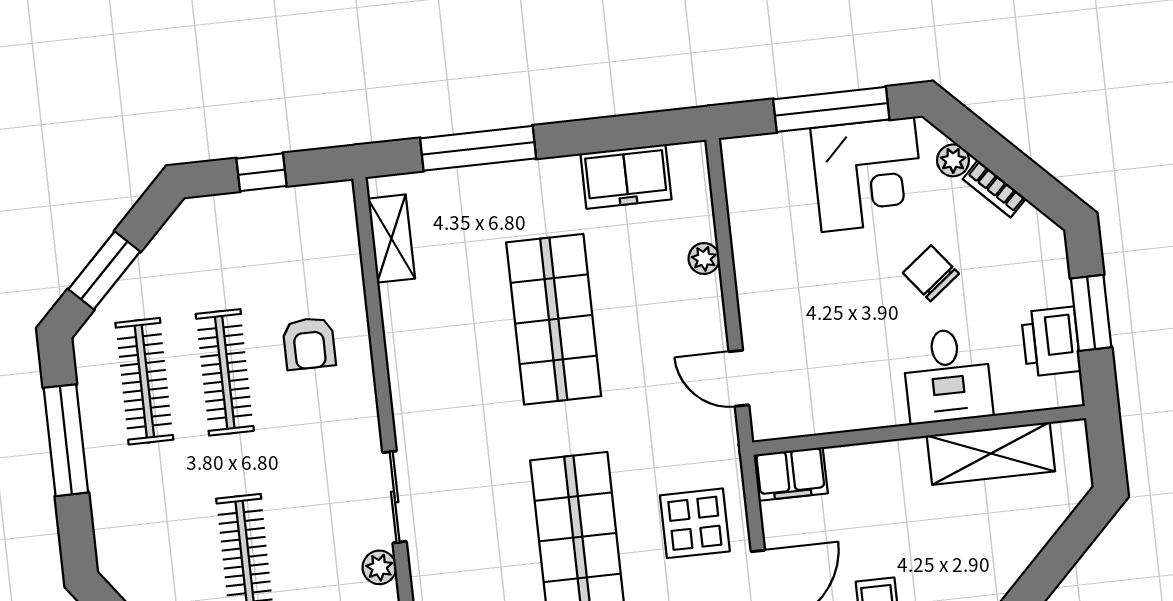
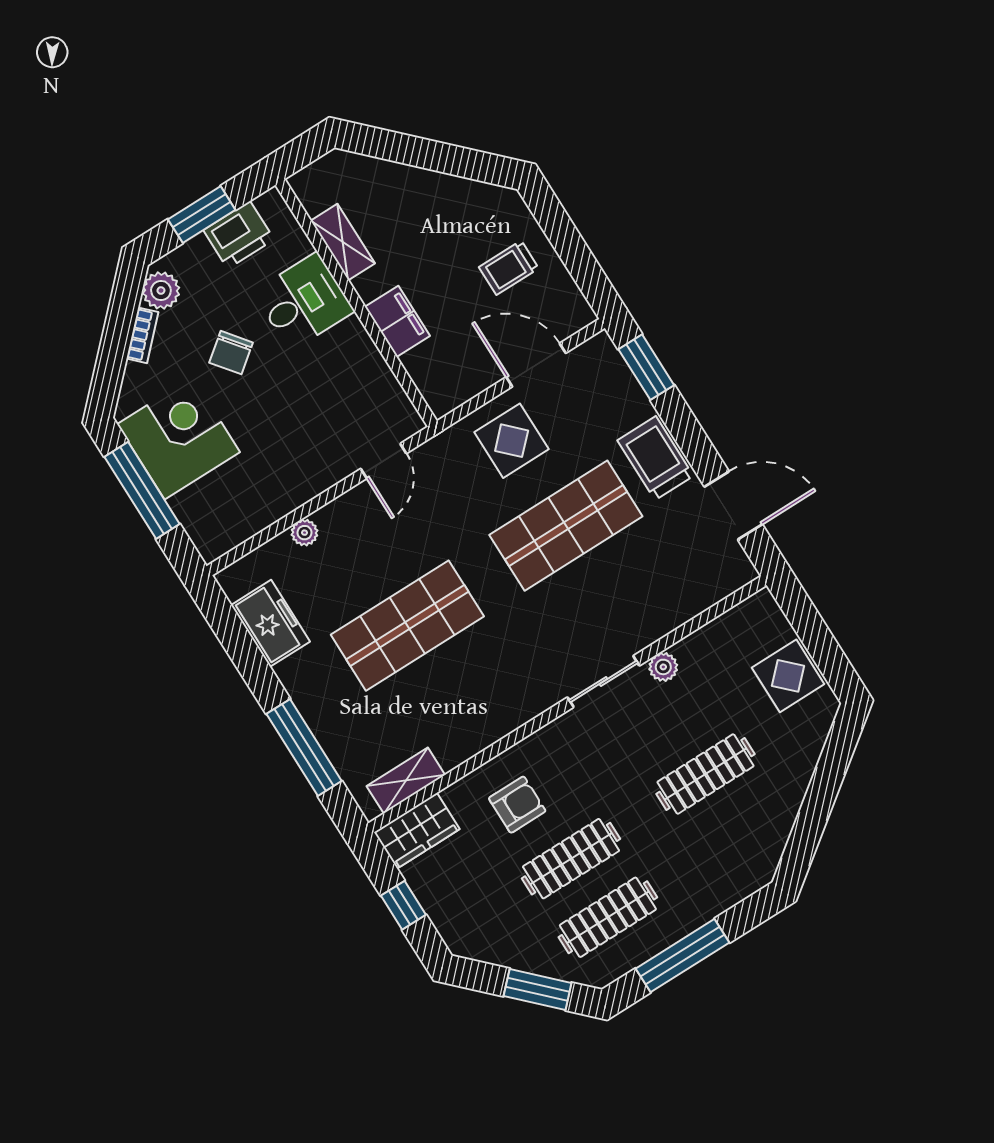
plant: (953, 160) -> (161, 291), moved, width x1.38, depth x1.38
wardrobe: (333, 225) -> (417, 831), added
shelving: (991, 453) -> (343, 242), width x0.67, depth x0.75
filing cabinet: (791, 474) -> (397, 321), moved

